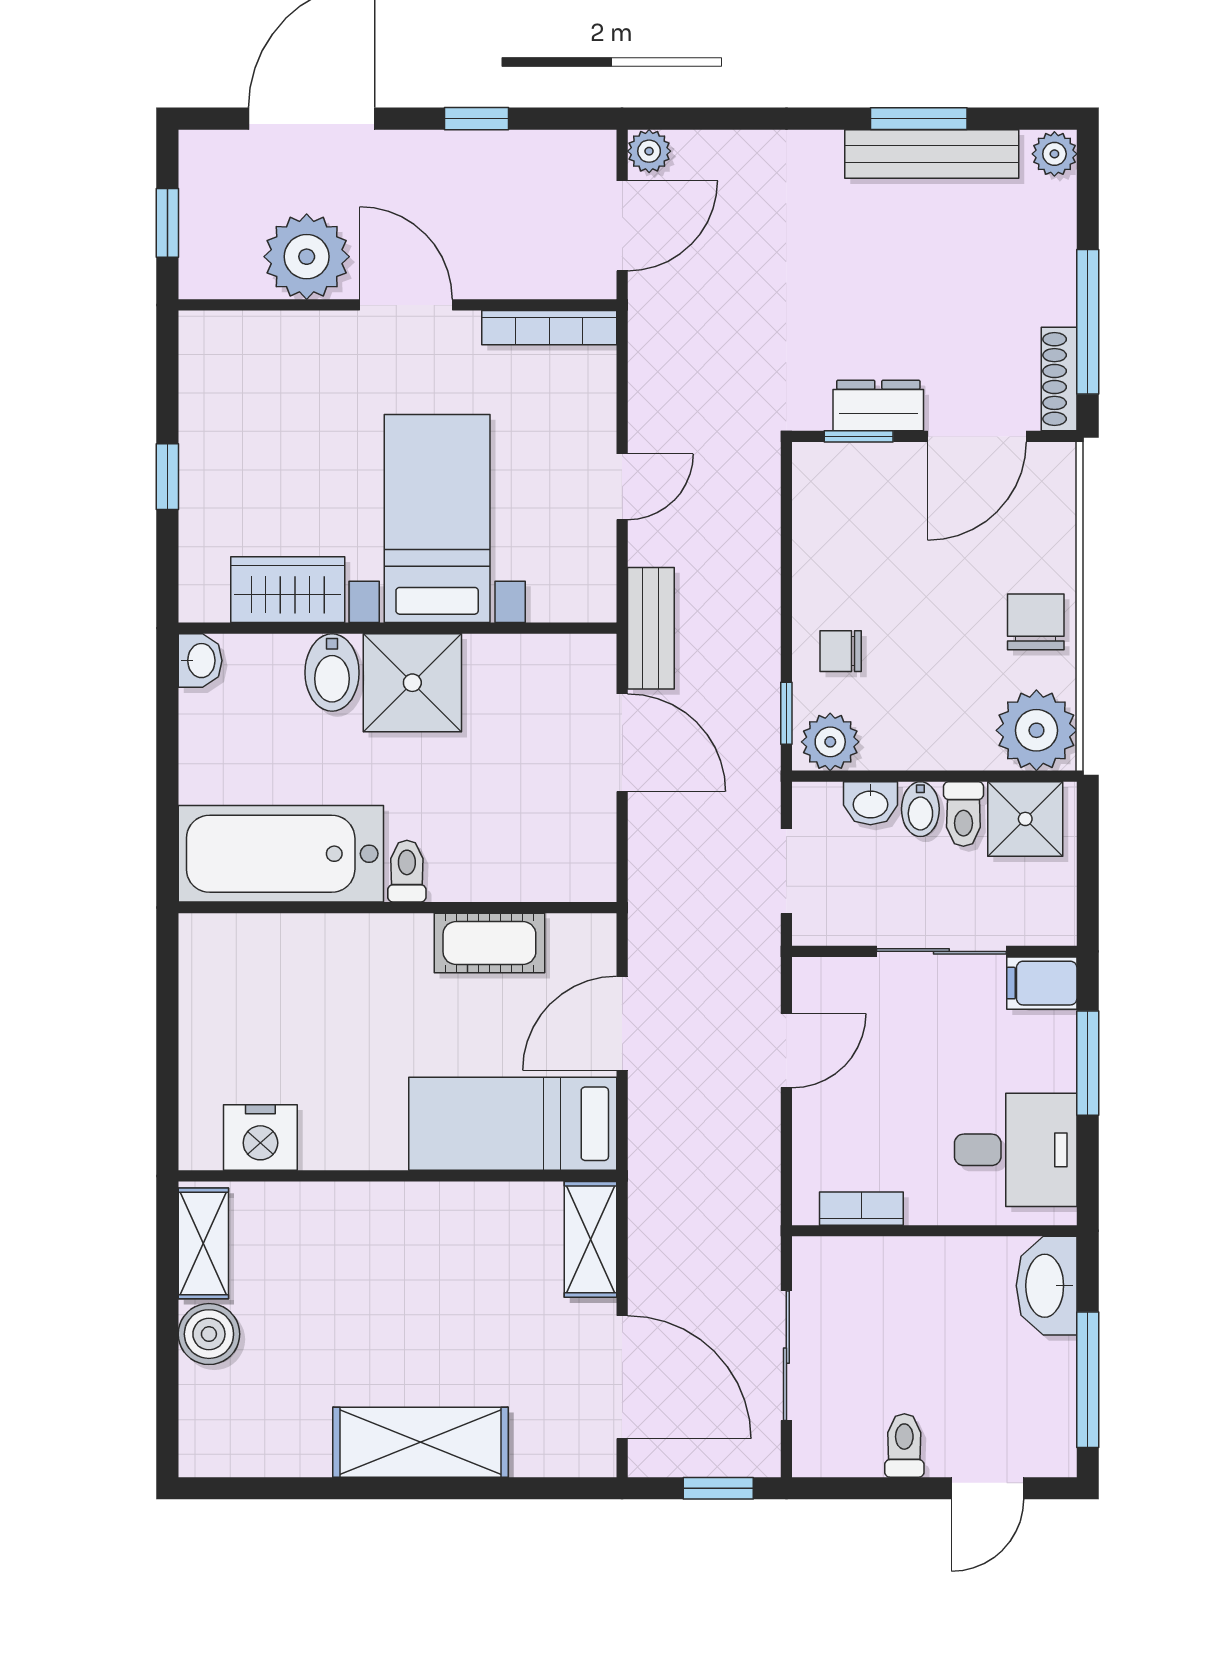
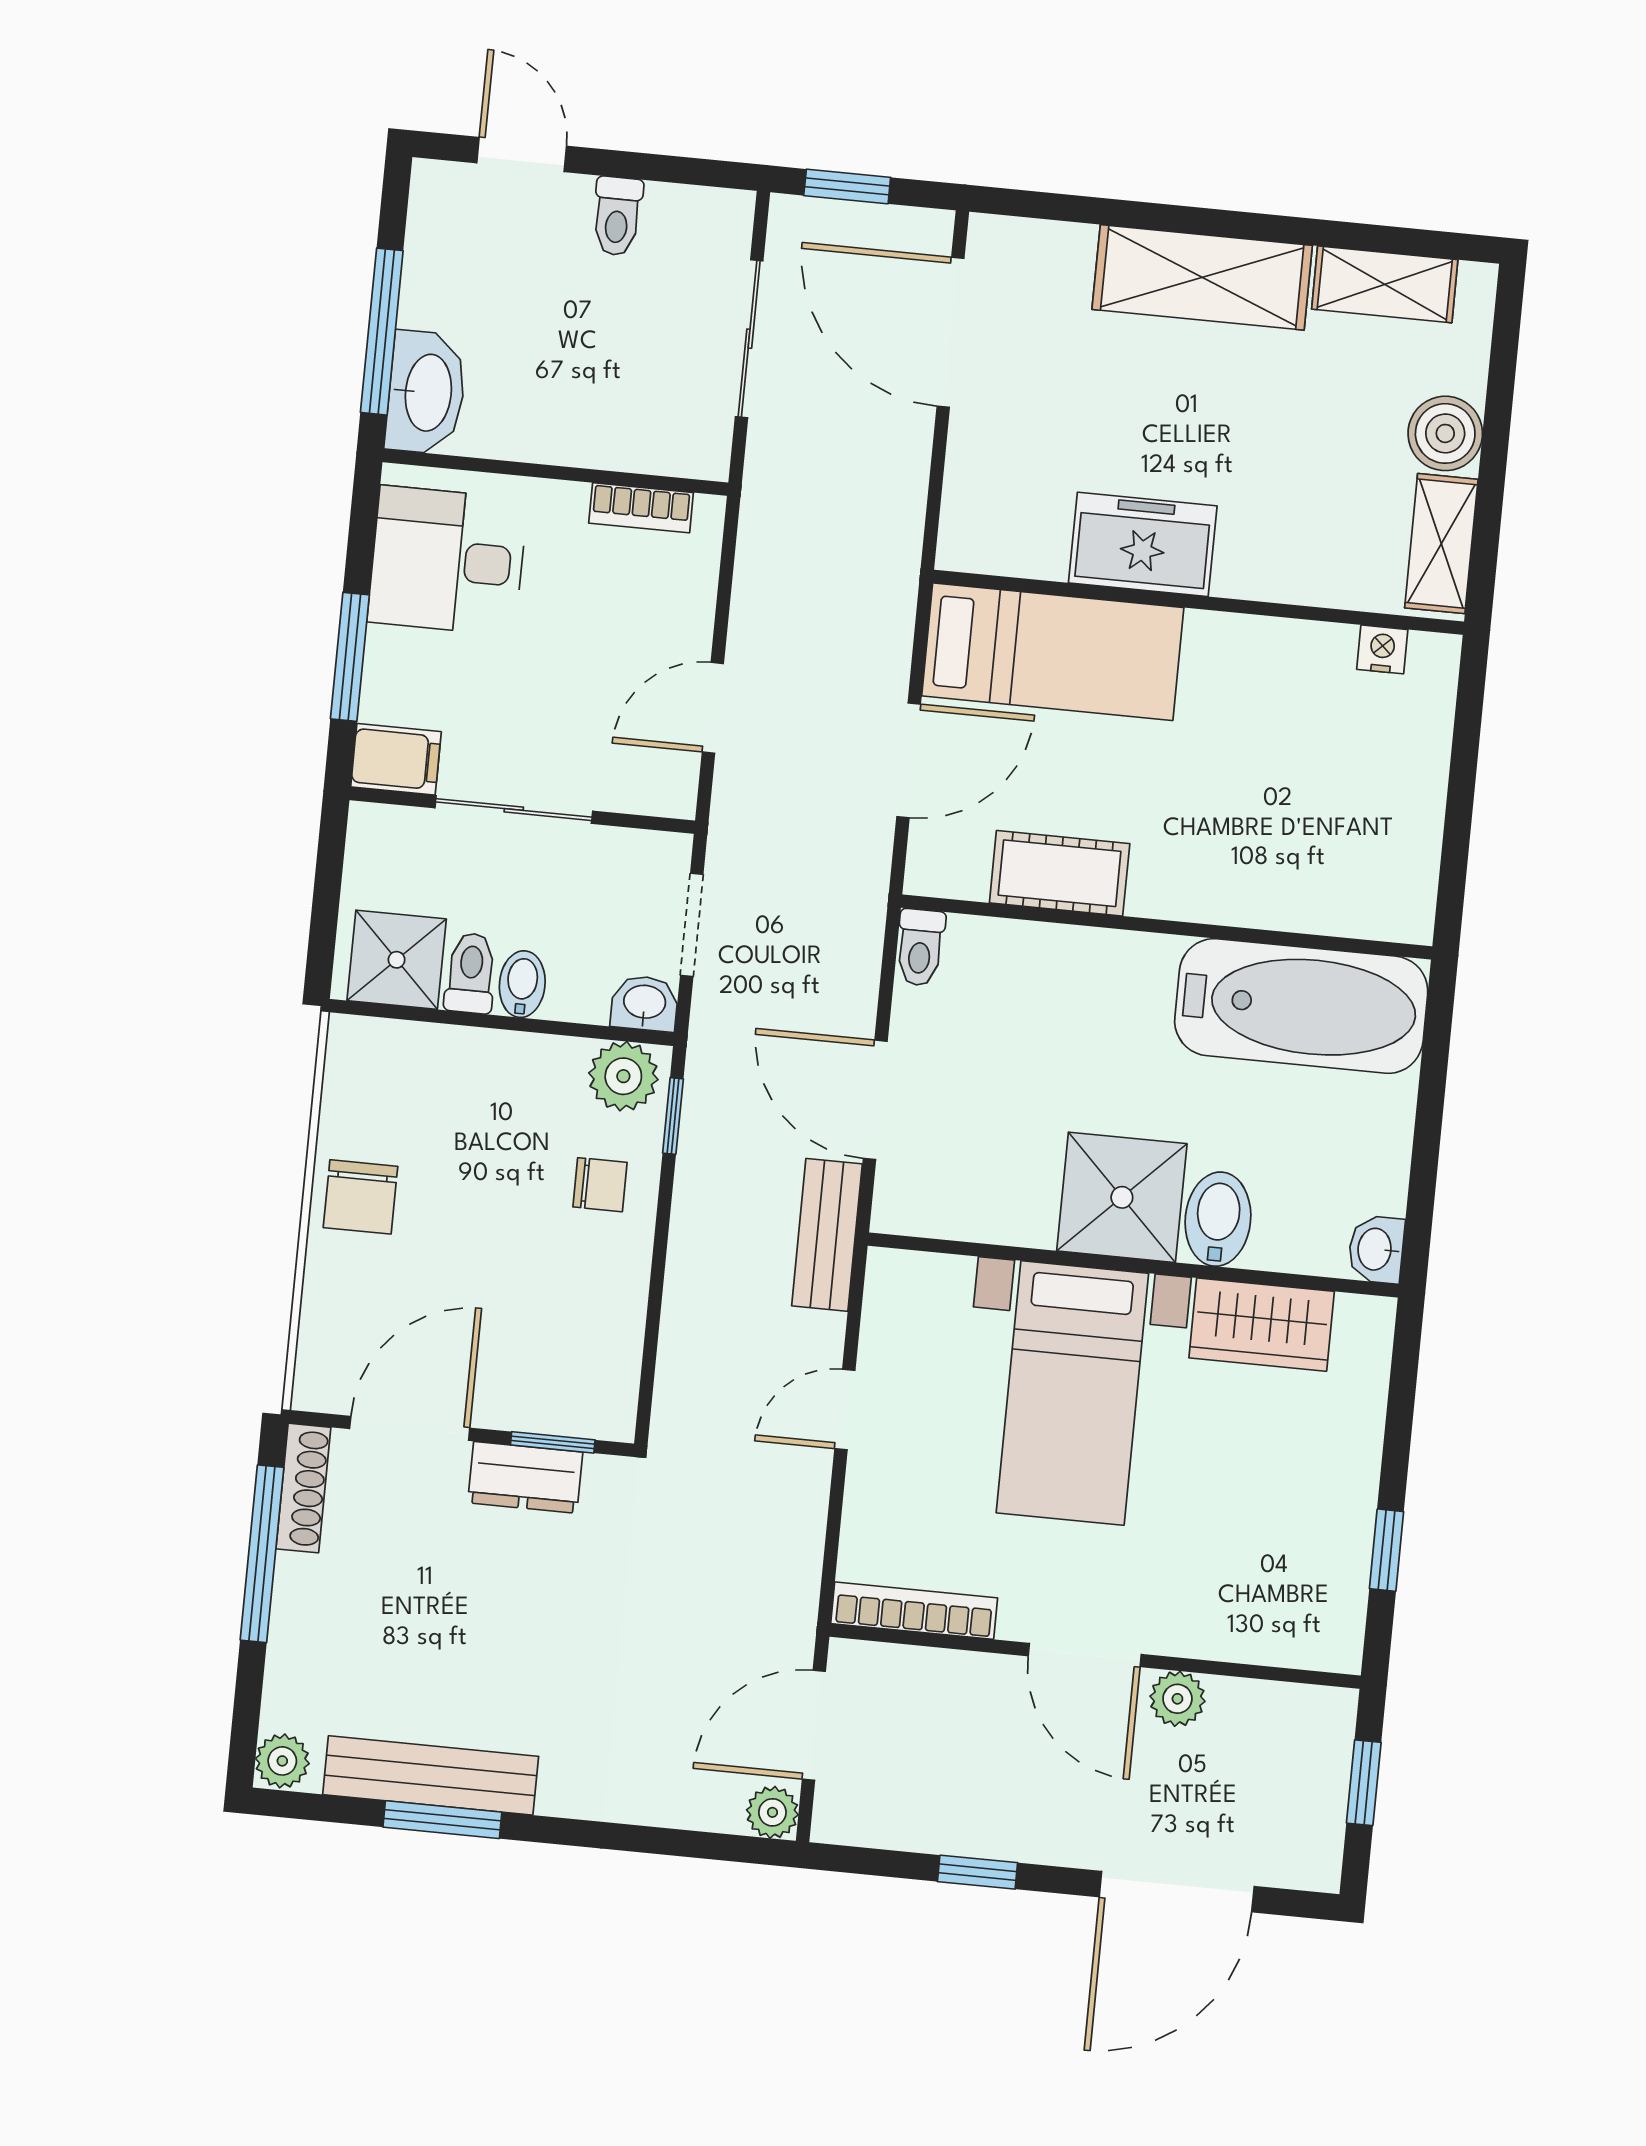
plant: (307, 257) -> (1177, 1699), width x0.53, depth x0.53
window: (167, 477) -> (1387, 1550), moved
plant: (1036, 730) -> (372, 1066), removed
washbasin: (870, 803) -> (645, 1003), moved
toilet: (407, 871) -> (920, 947), moved
nightstand: (260, 1138) -> (1382, 649), width x0.53, depth x0.56
freezer: (448, 1219) -> (1143, 544), added
shelving: (591, 1239) -> (1385, 284), moved, turned 90
window: (1088, 1380) -> (382, 332), moved
door: (987, 1488) -> (522, 154), hinge flipped

